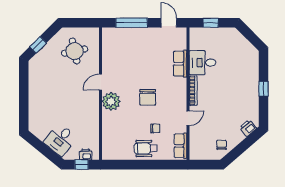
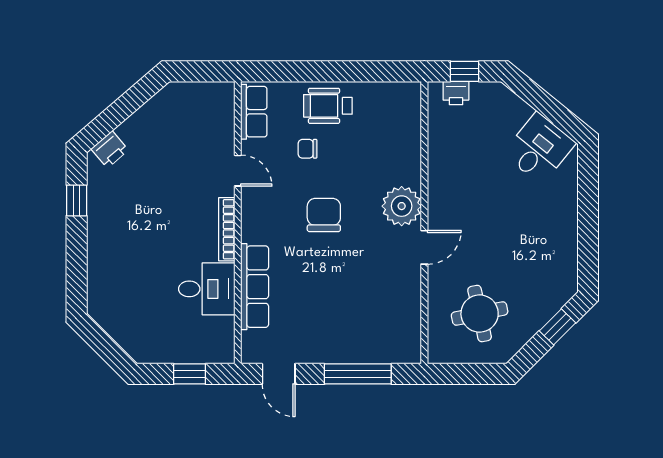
row of seats: (180, 64) -> (255, 287), width x1.48
window: (264, 89) -> (77, 200), moved
door: (188, 118) -> (238, 171), swing flipped
desk: (60, 140) -> (539, 148), moved
chair: (221, 145) -> (166, 114), removed
wheelchair: (146, 148) -> (328, 106), turned 180

